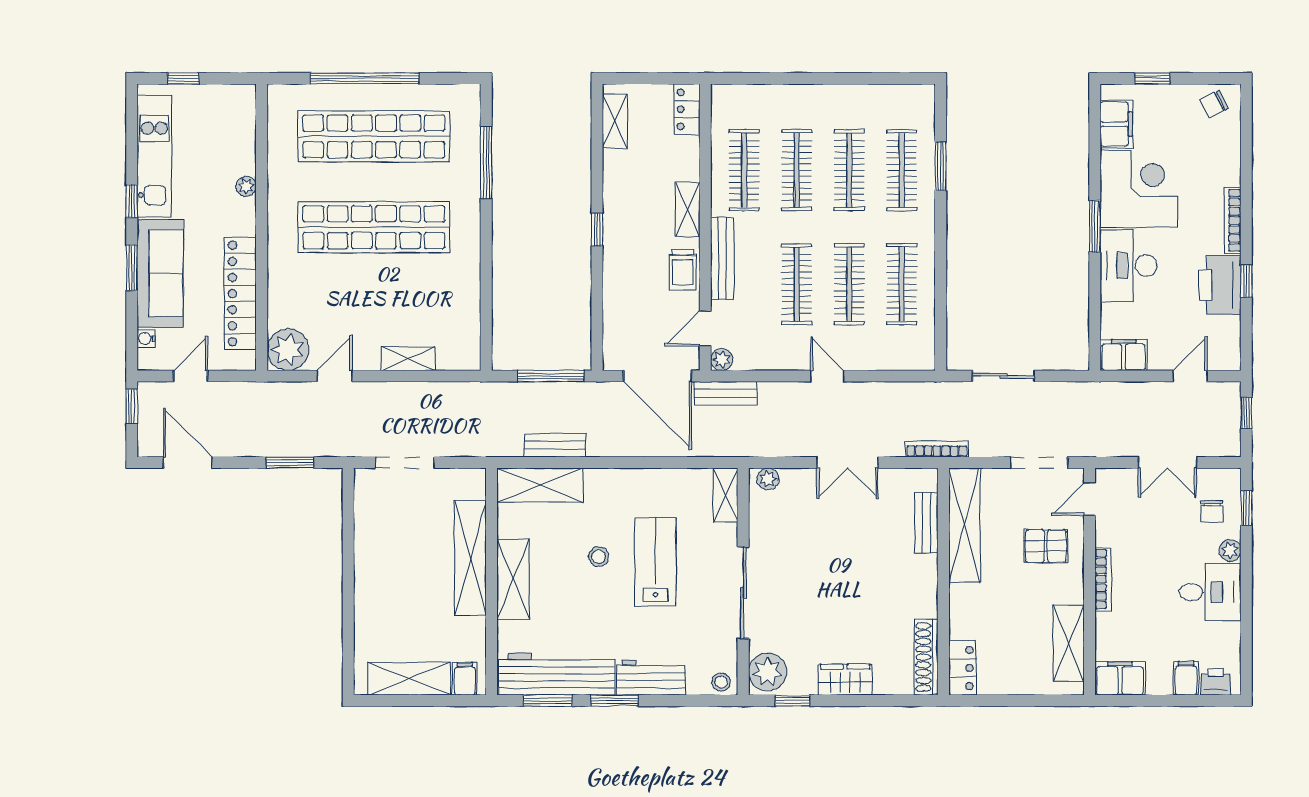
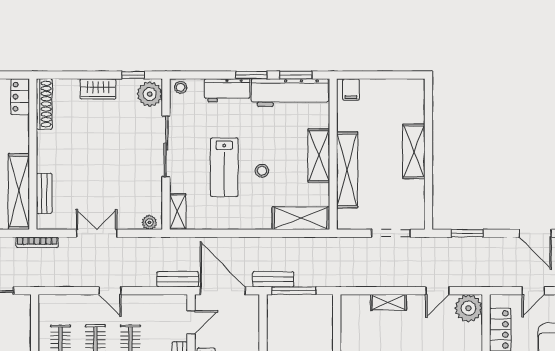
plant: (722, 360) -> (180, 302), removed
bench: (555, 445) -> (273, 279), moved
shelving: (409, 679) -> (414, 151), moved, turned 90

